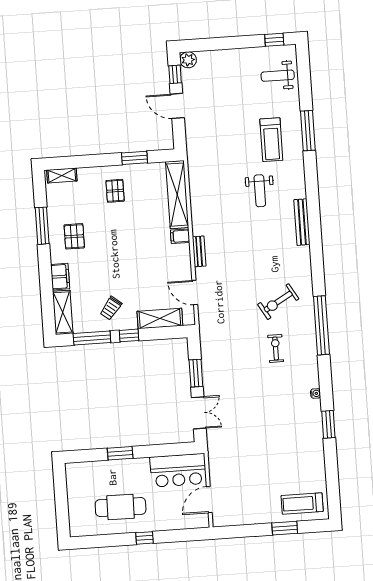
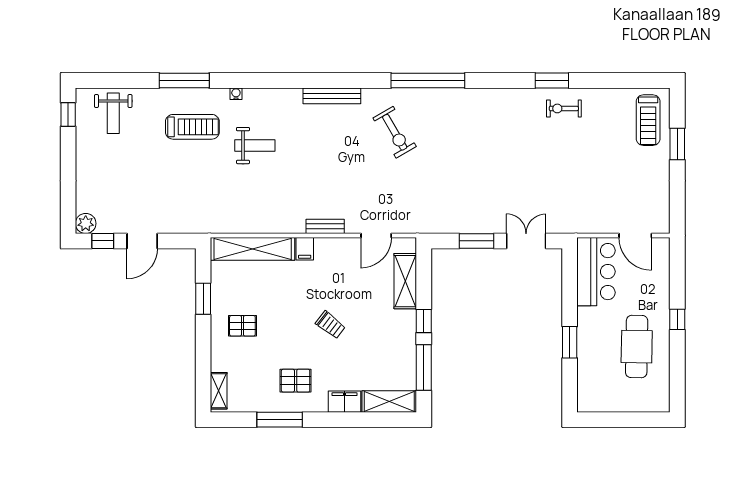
bench: (302, 222) -> (332, 96), moved
trolley: (111, 308) -> (330, 325), moved
exercise bike: (276, 348) -> (564, 108), moved
water cooler: (316, 393) -> (236, 94), moved

